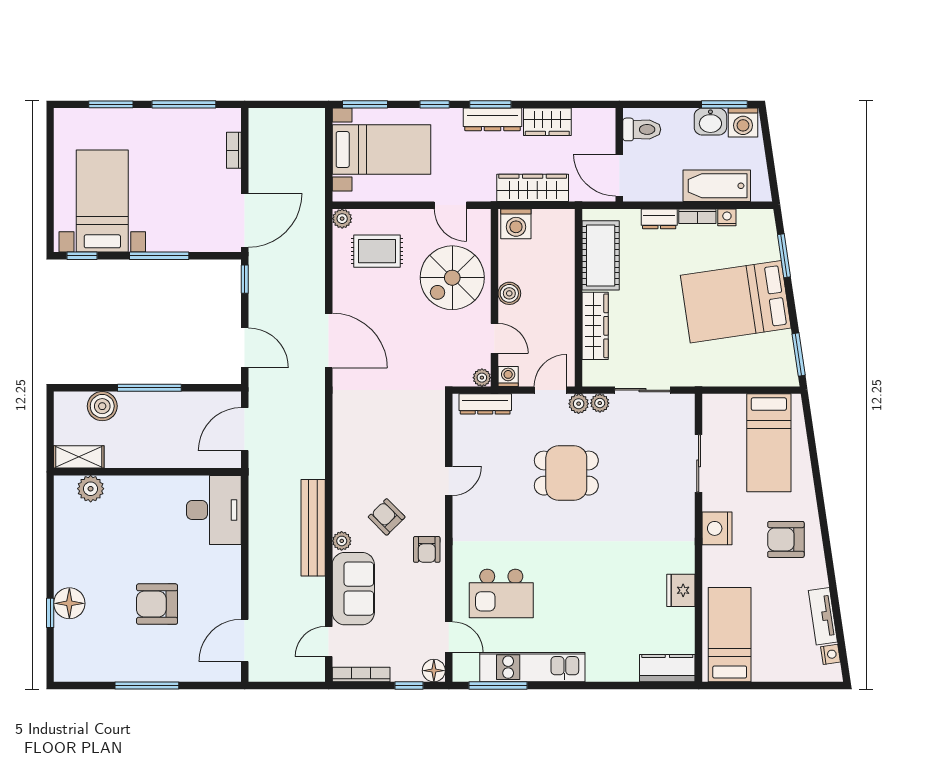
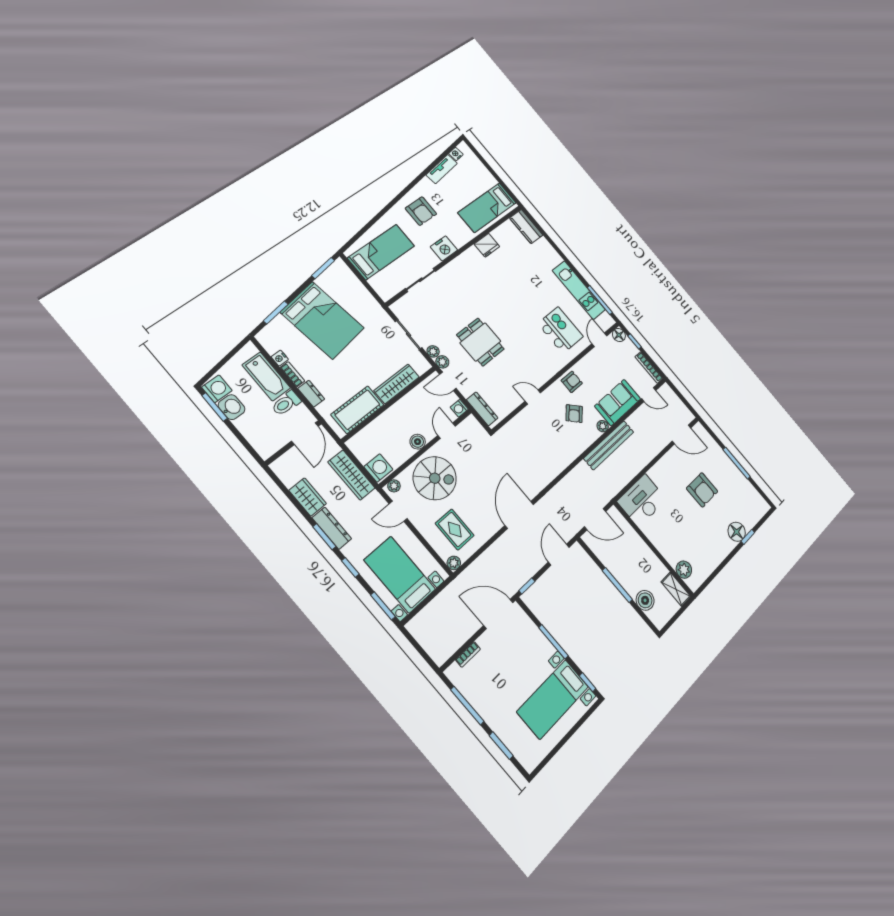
toilet: (642, 129) -> (286, 403), moved, turned -90
door: (450, 205) -> (398, 511), swing flipped
plant: (482, 378) -> (394, 486), moved

